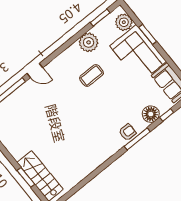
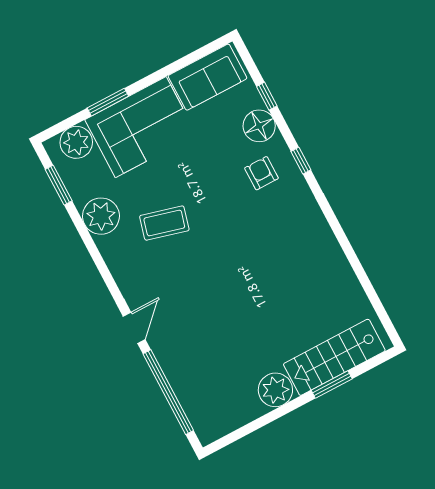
coffee table: (91, 75) -> (164, 223), turned -75
armchair: (127, 132) -> (261, 173), moved
window: (137, 139) -> (301, 161), width x0.46
plant: (17, 149) -> (275, 390), added

